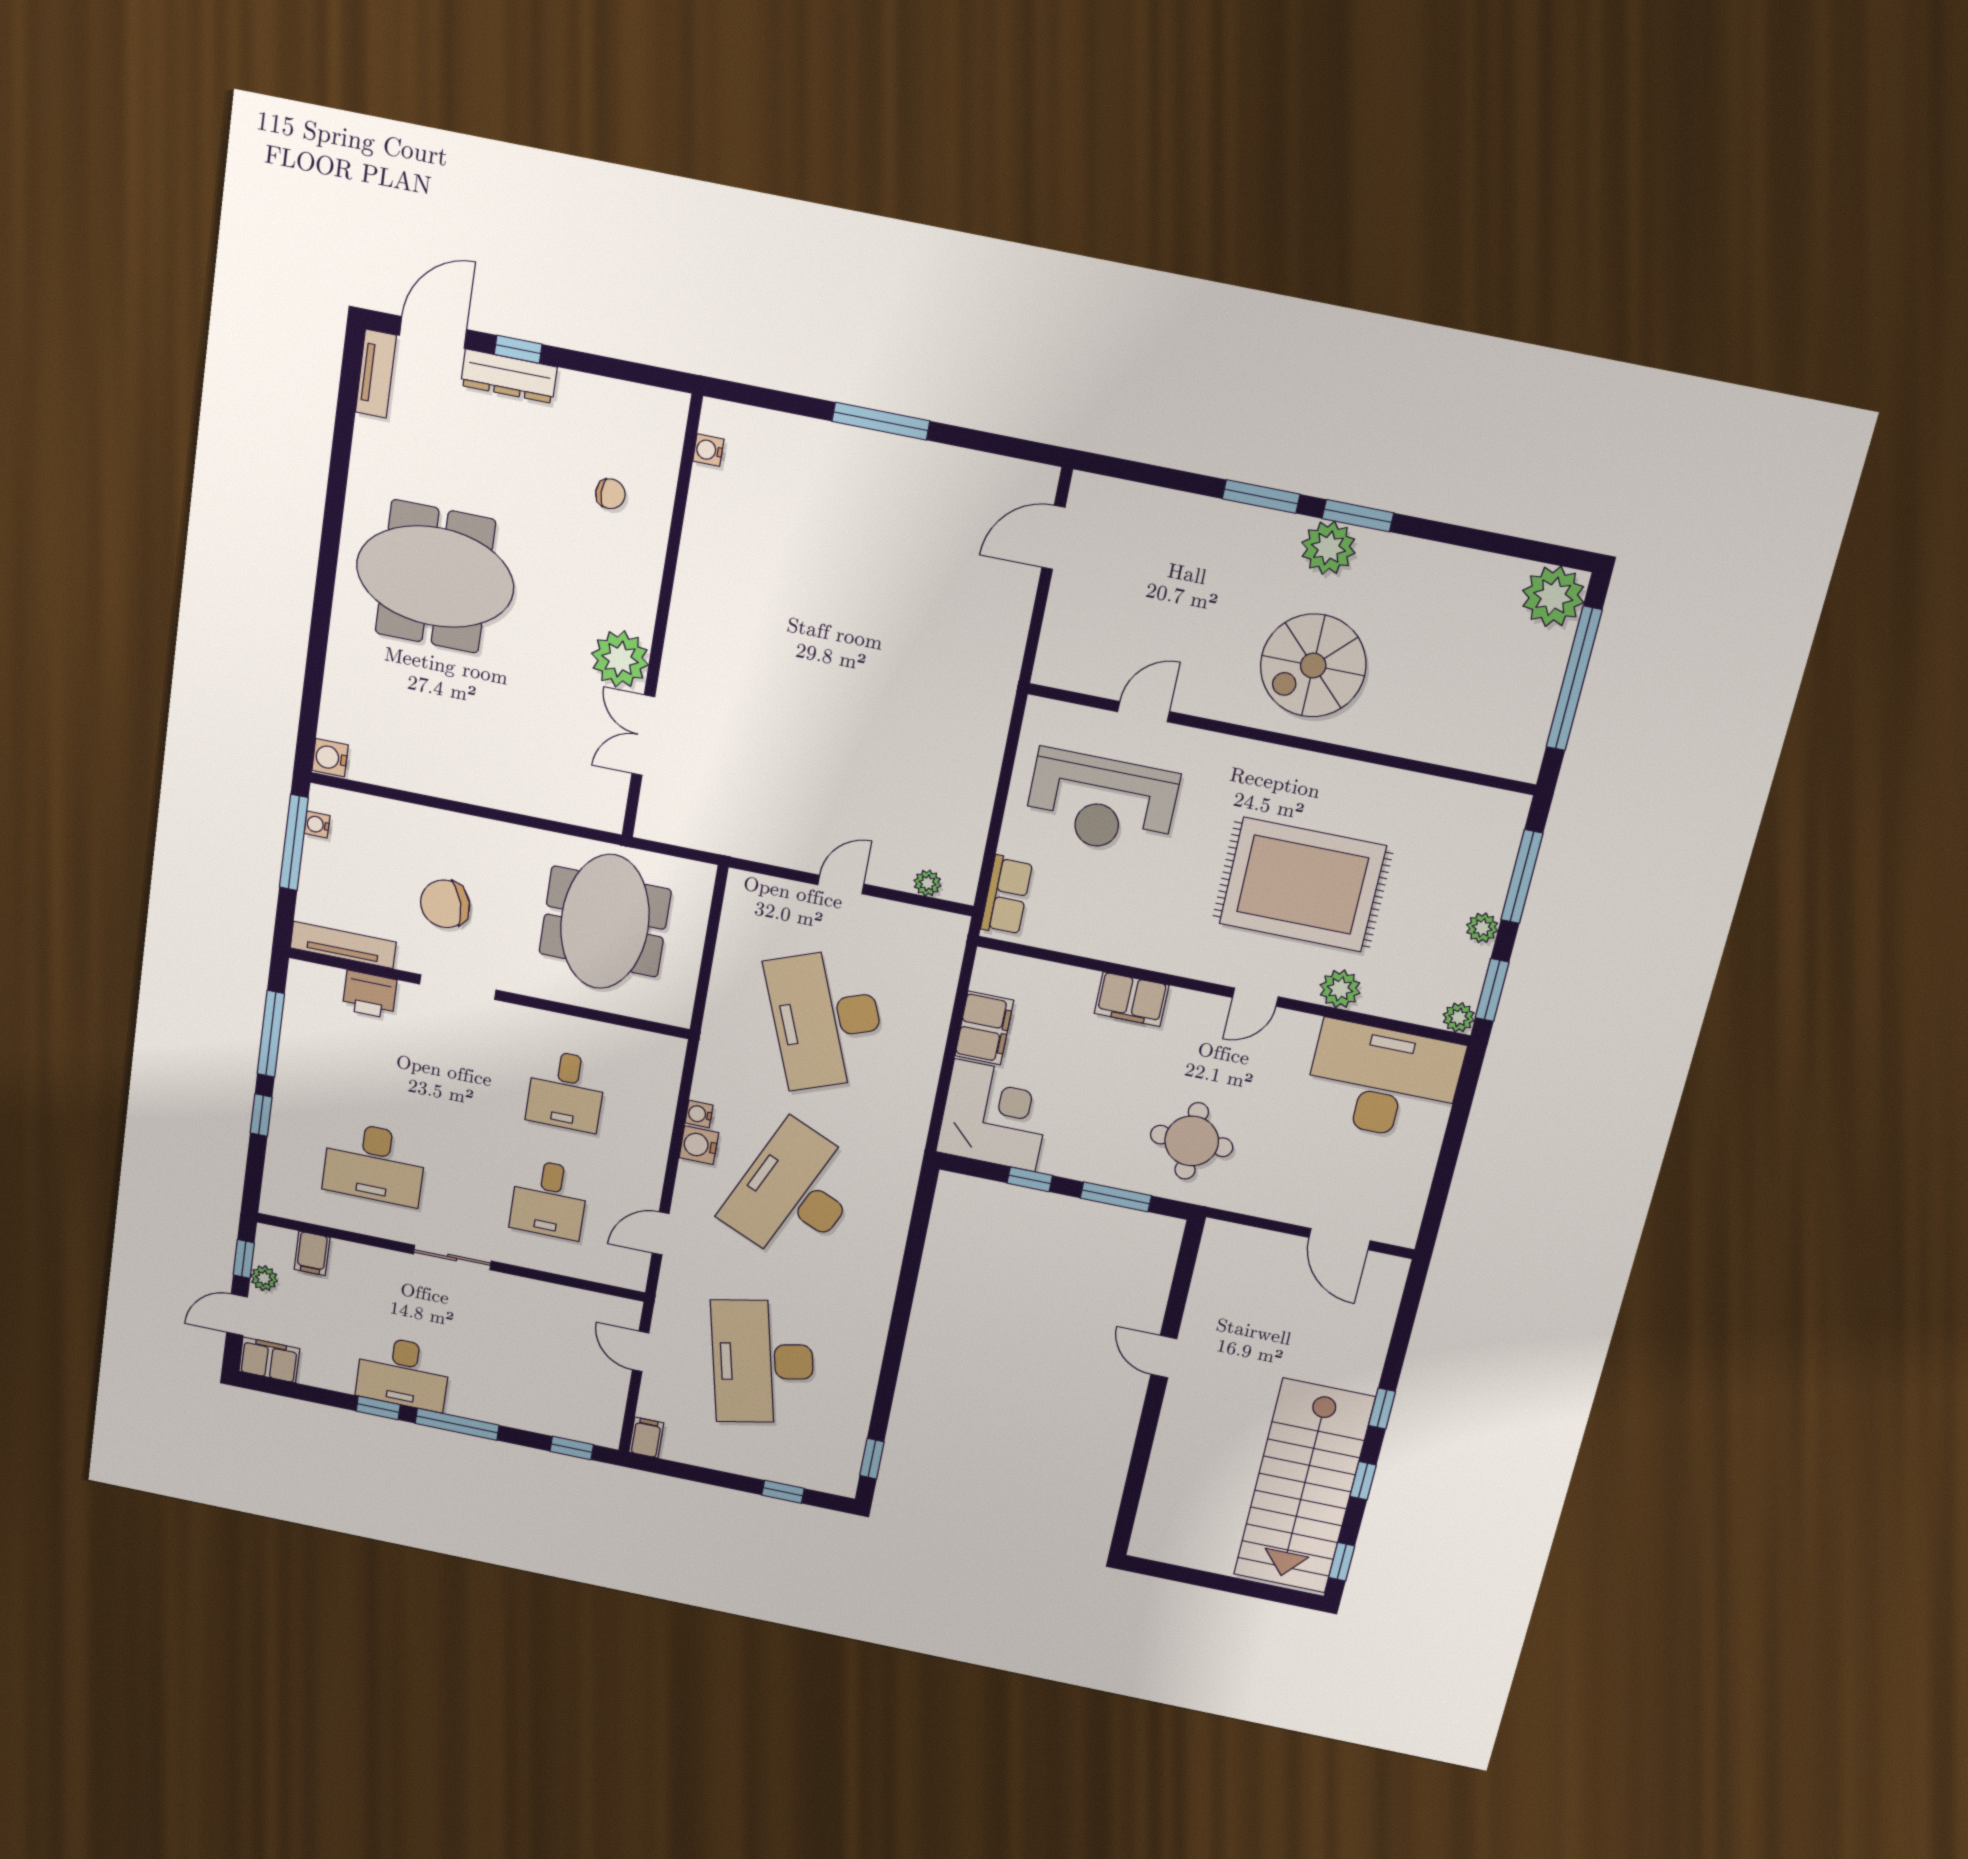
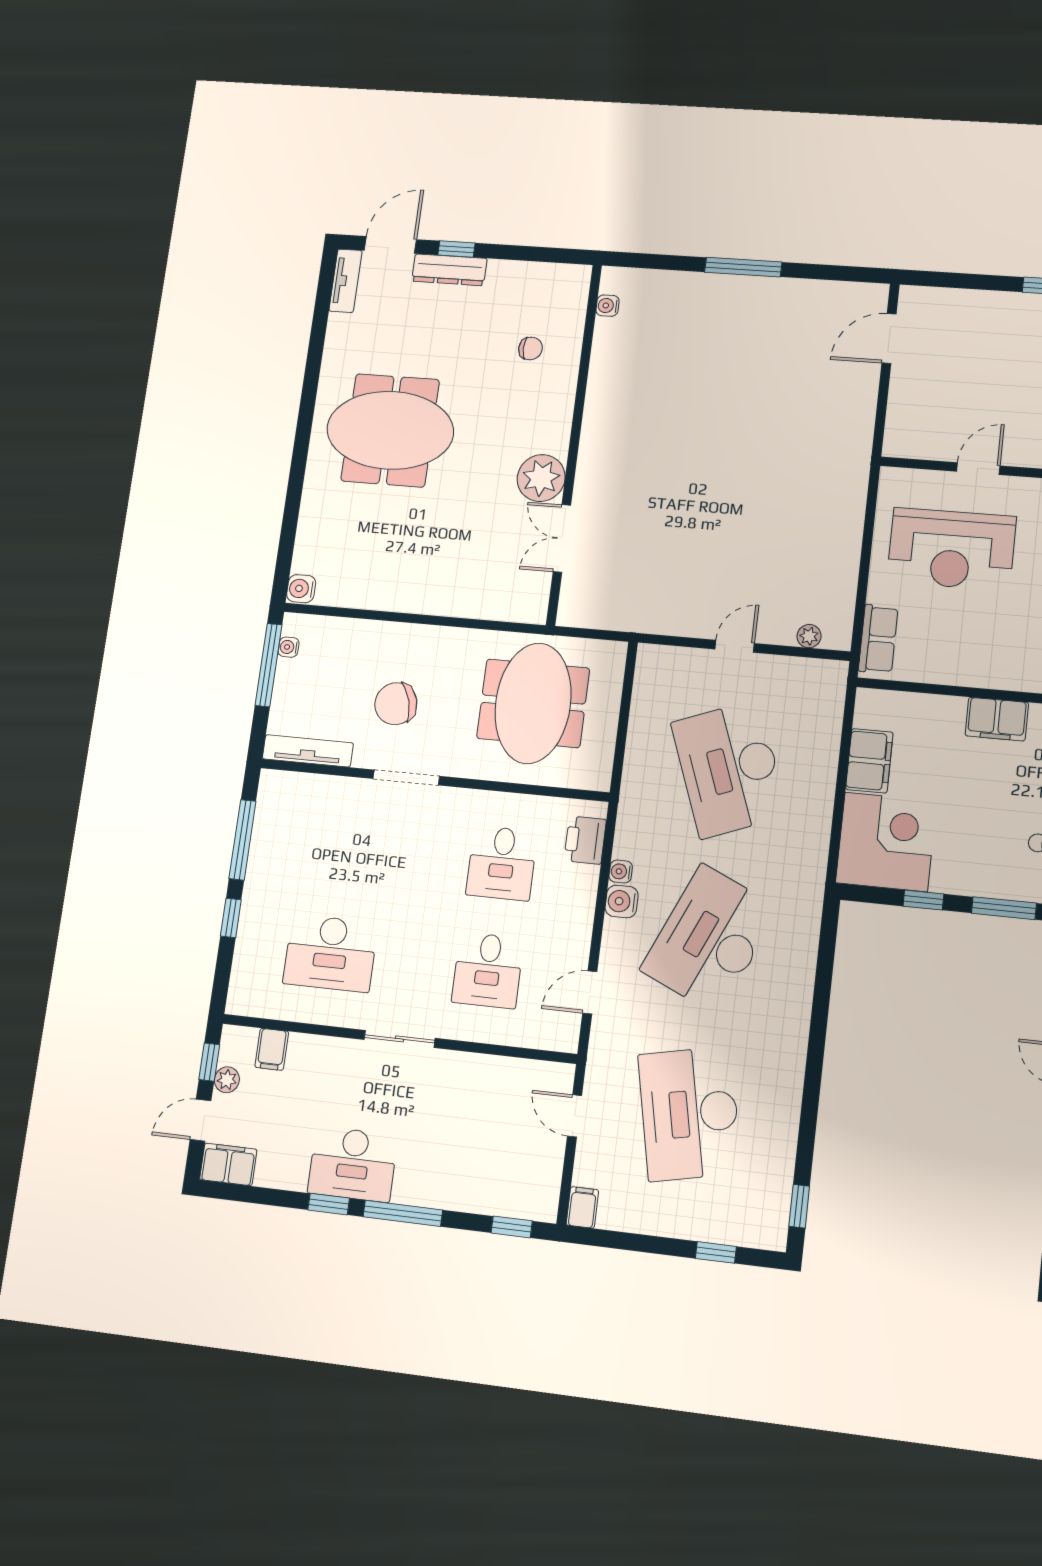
printer: (370, 995) -> (585, 840), moved, turned 90

